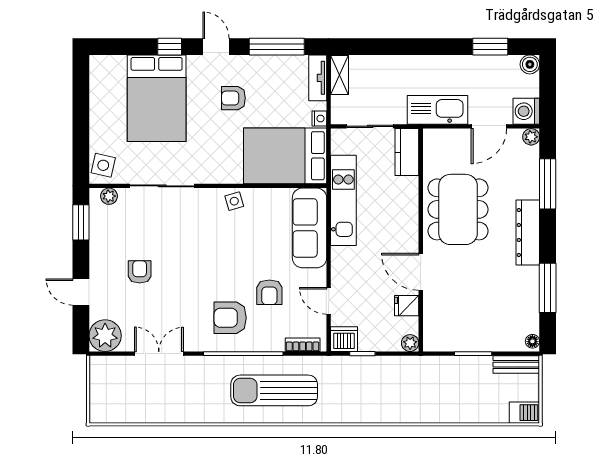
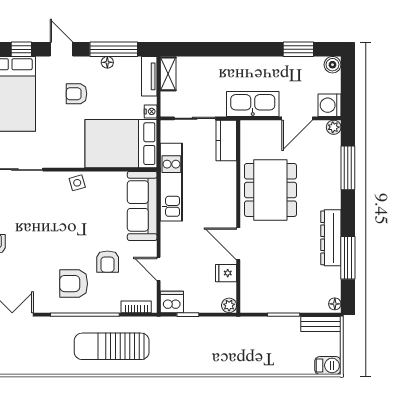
floor lamp: (269, 62) -> (107, 62), added
dresser: (528, 233) -> (331, 238), moved

